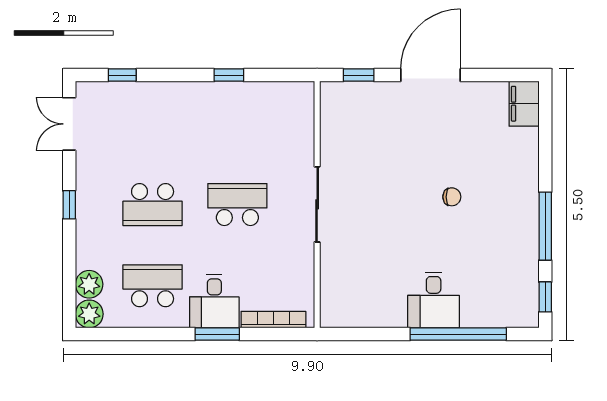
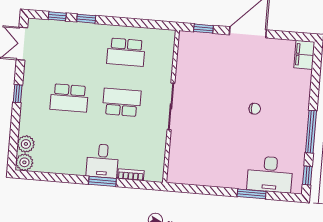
window: (229, 75) -> (86, 19), moved
school desk: (153, 286) -> (126, 52), moved, turned 180
desk: (434, 300) -> (270, 174), moved, width x1.37
bookcase: (273, 320) -> (131, 175), width x0.64
window: (458, 334) -> (252, 194), width x0.47

